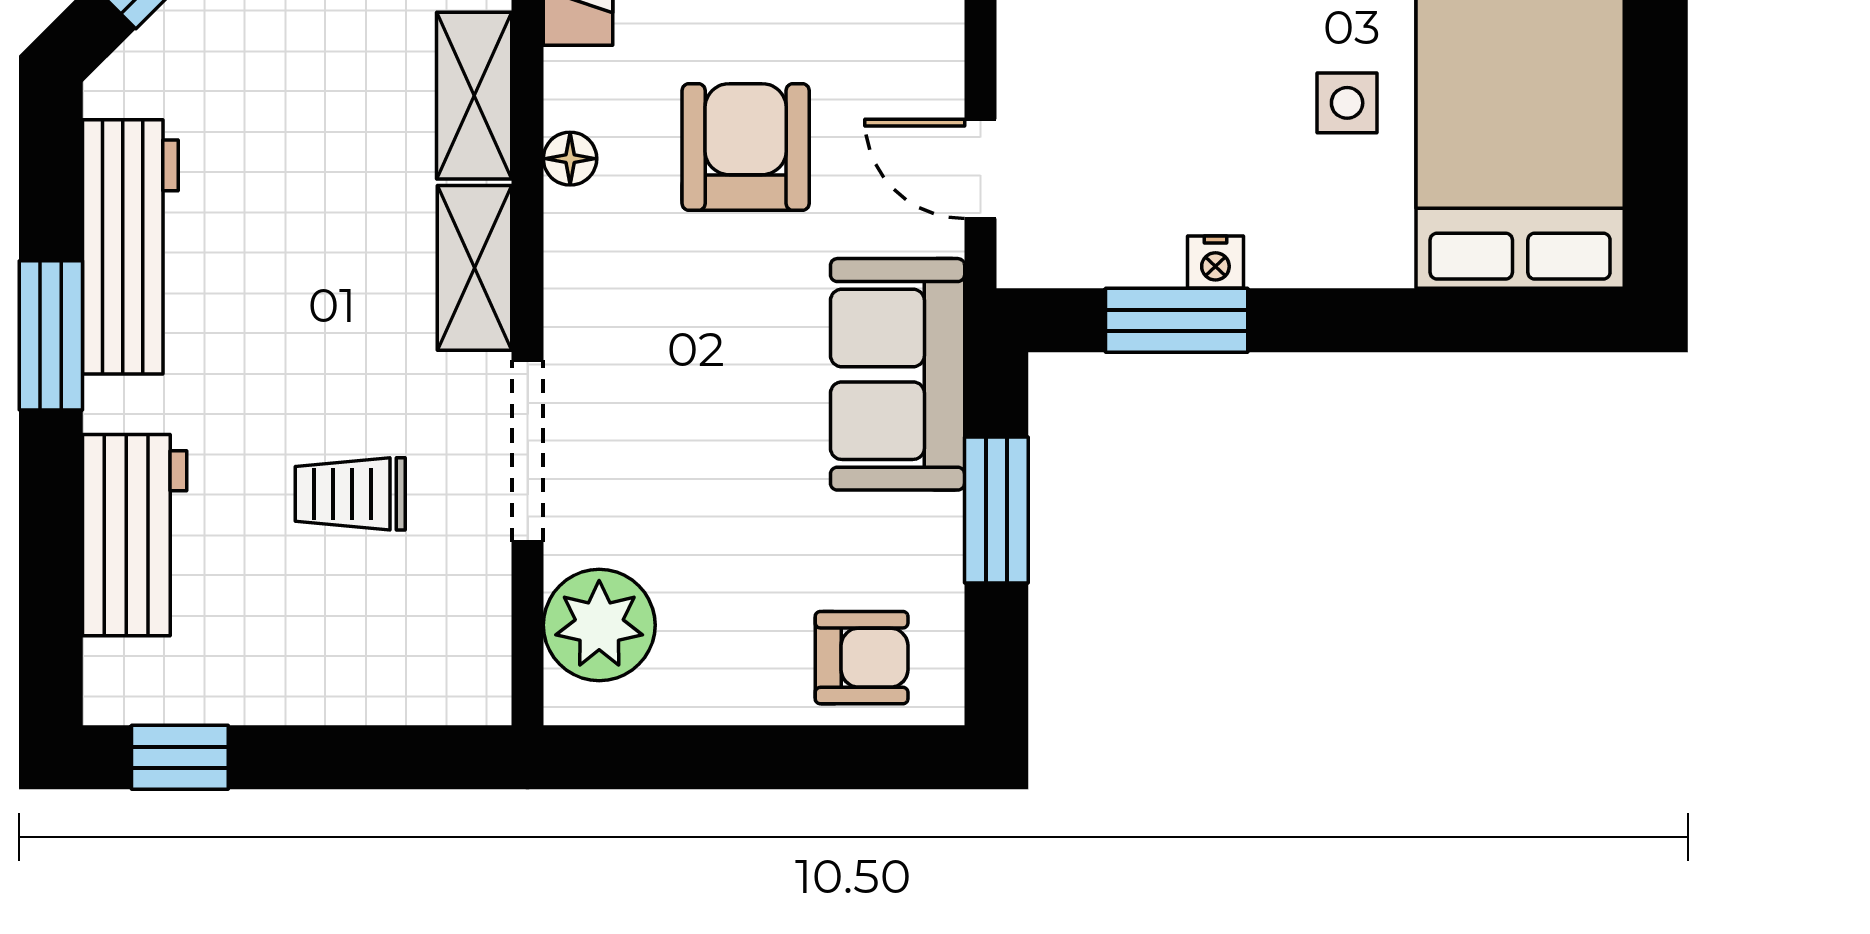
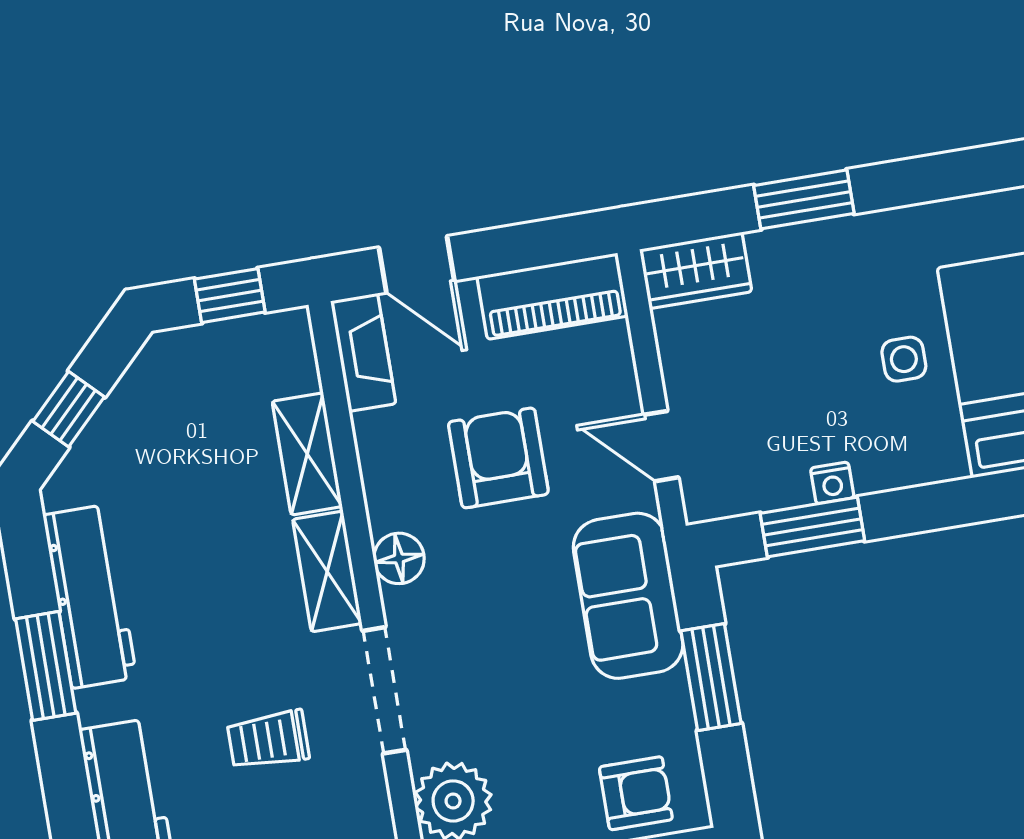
floor lamp: (570, 159) -> (399, 558), moved, width x1.37, depth x1.37

